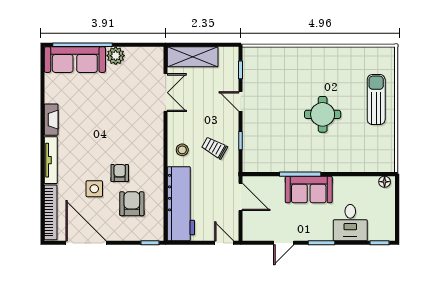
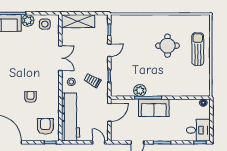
double door: (166, 93) -> (60, 58), moved
door: (241, 101) -> (109, 50), swing flipped
round table: (323, 114) -> (167, 46), moved
plant: (287, 163) -> (140, 90), added
side table: (94, 189) -> (45, 24), moved
door: (241, 197) -> (109, 112), hinge flipped
armchair: (132, 204) -> (45, 126), moved
desk: (350, 223) -> (198, 130), moved, turned -90

